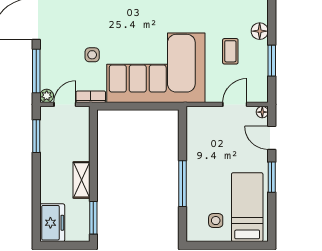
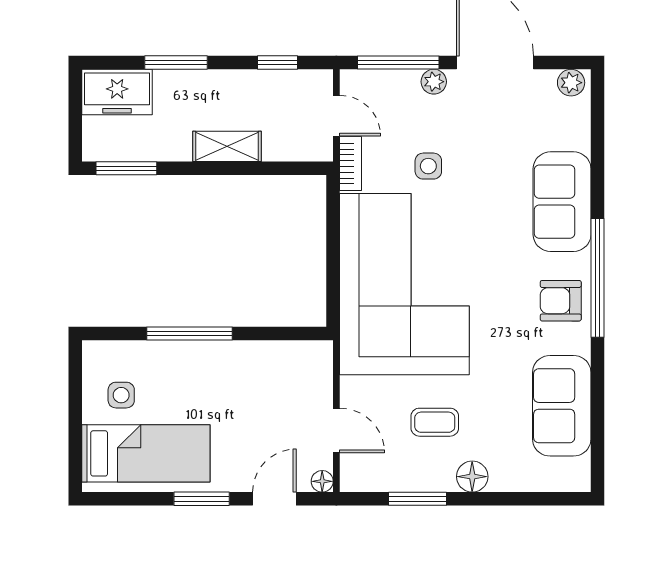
plant: (47, 96) -> (434, 82), moved
window: (36, 136) -> (278, 63), width x0.67
shelving: (81, 180) -> (227, 146), moved
window: (36, 191) -> (176, 63), added

